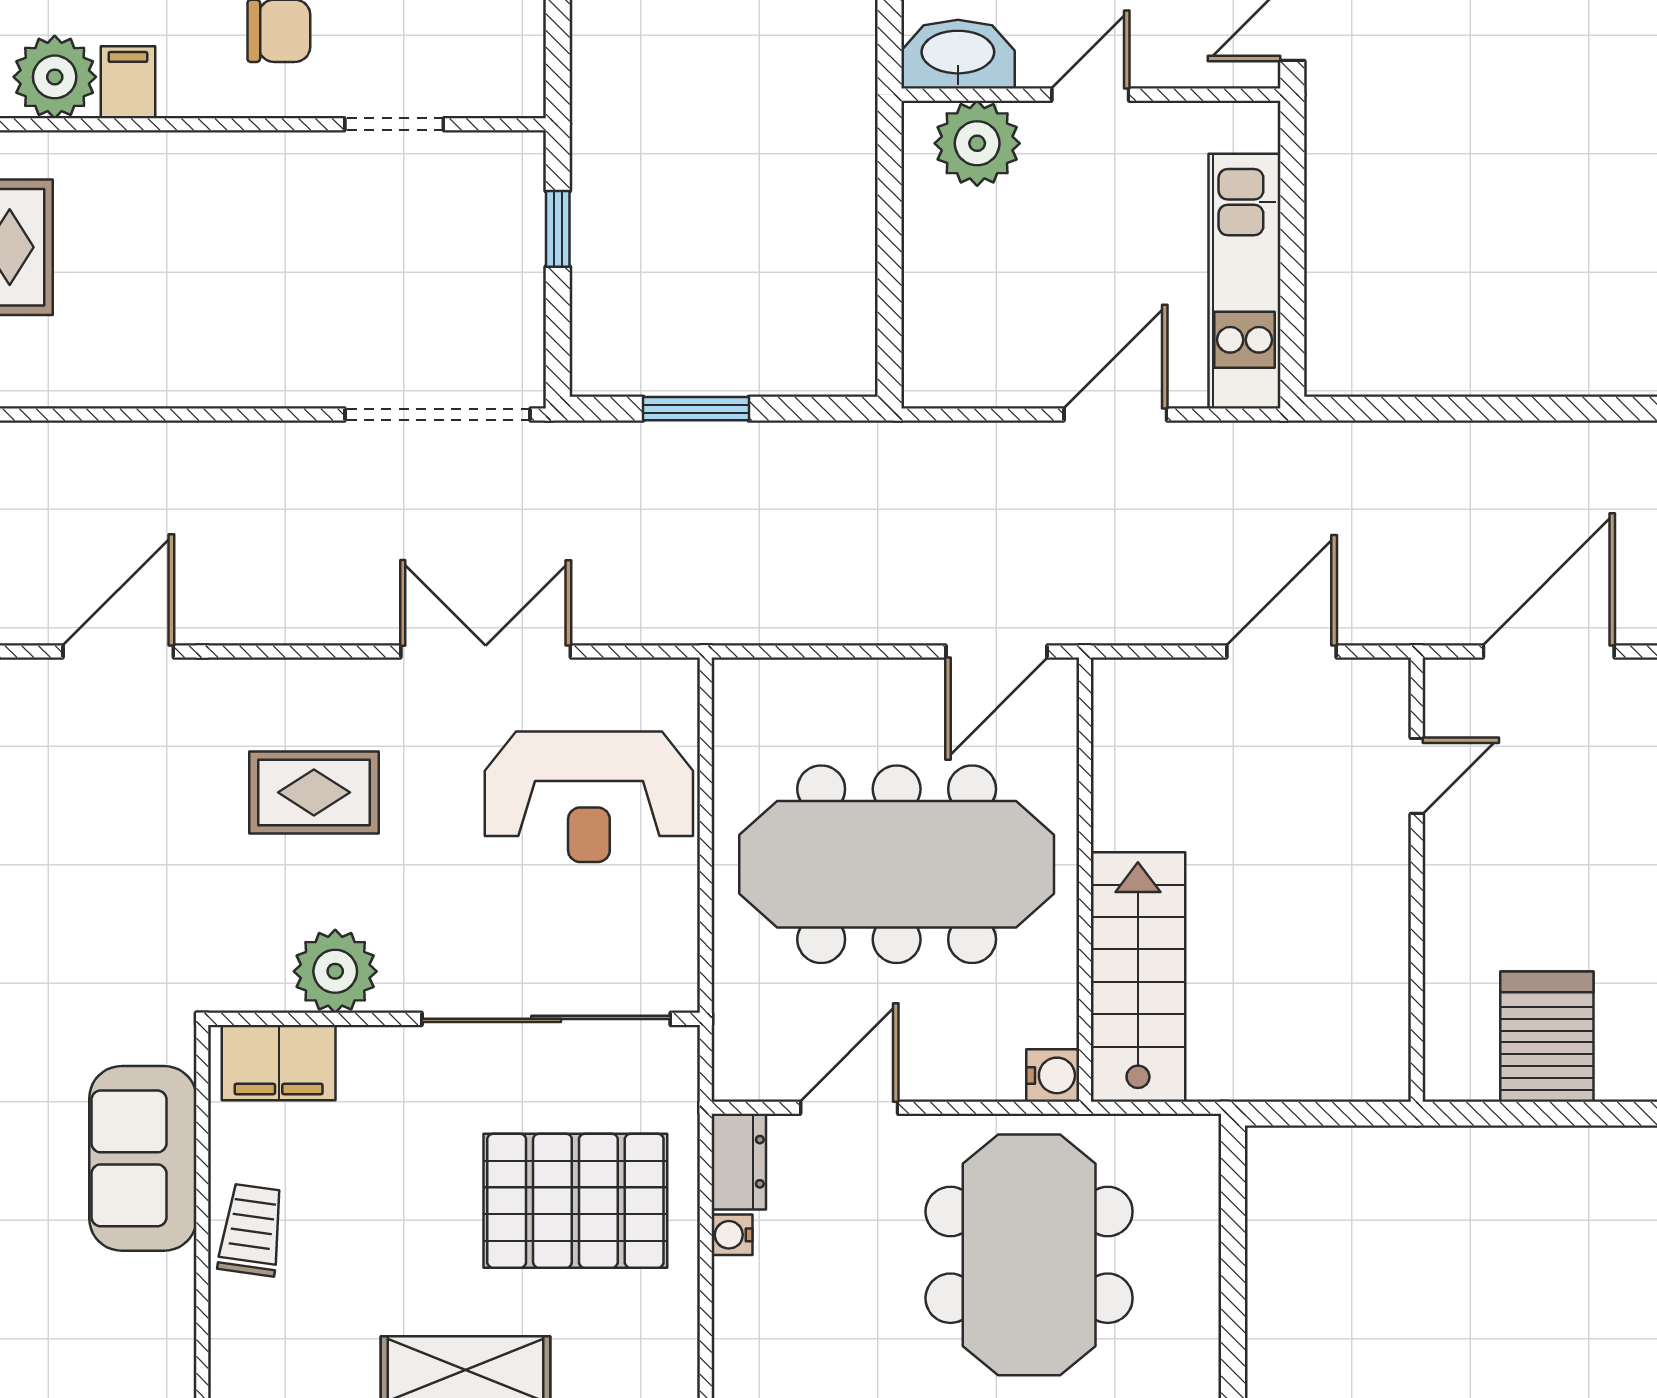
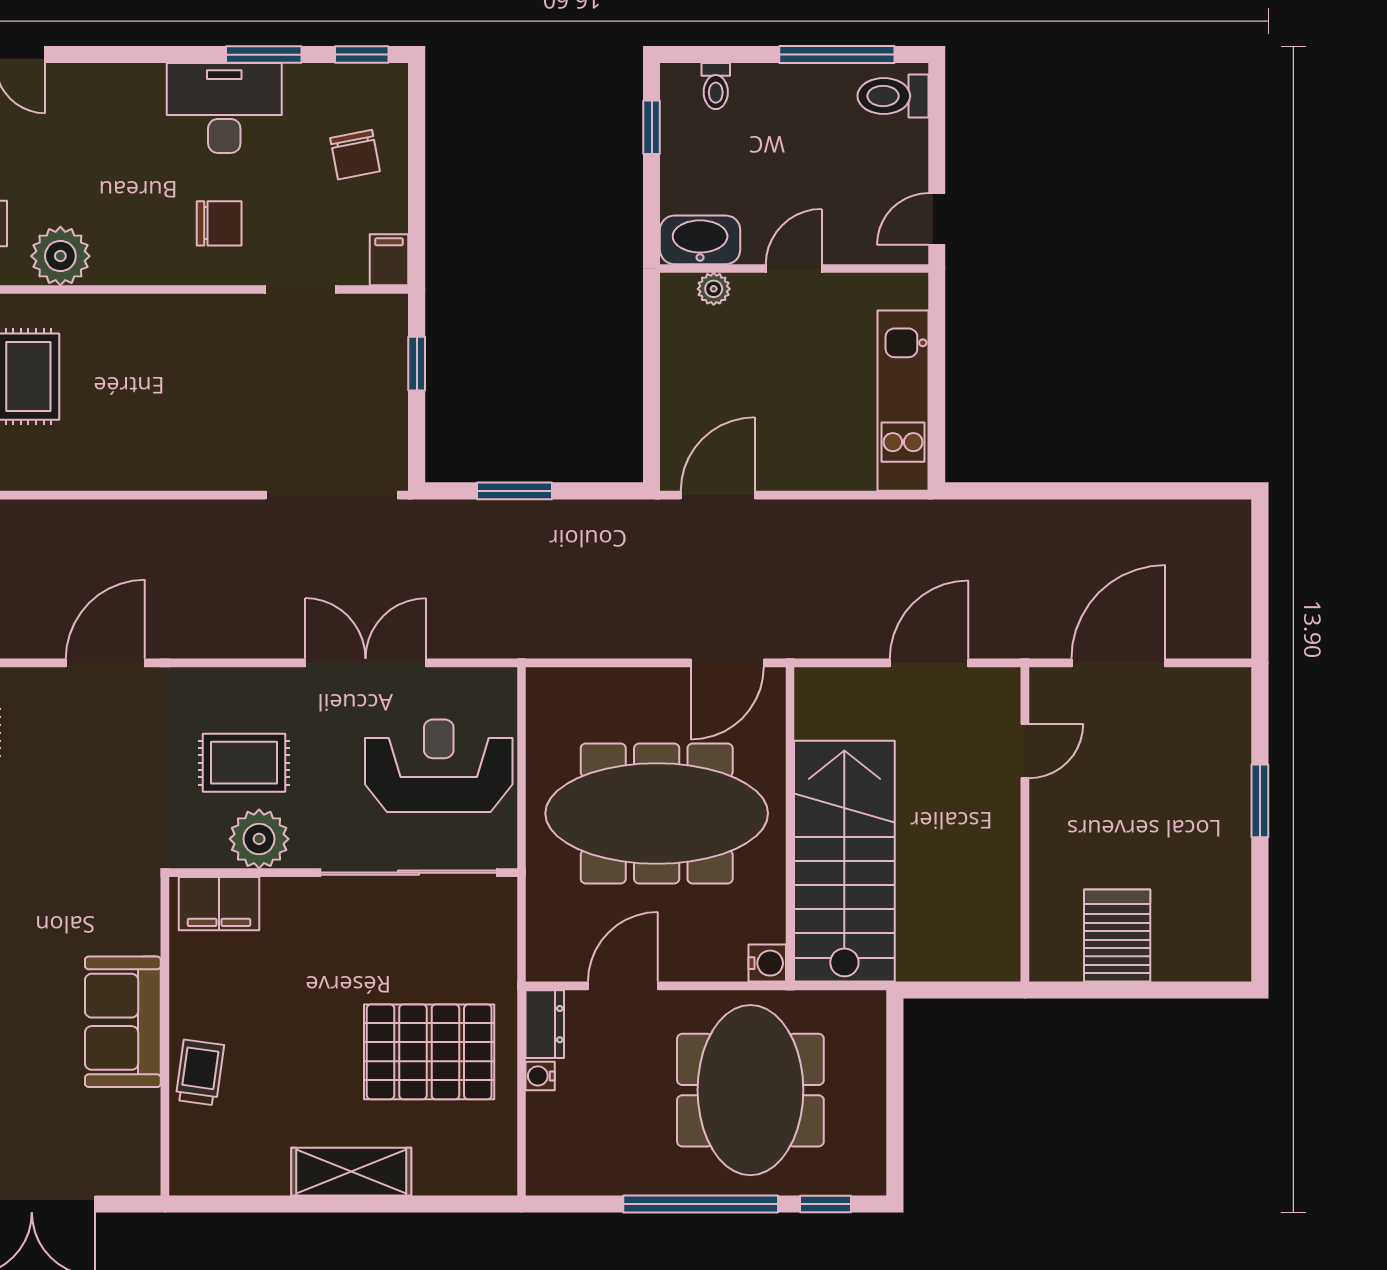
filing cabinet: (128, 82) -> (389, 260), moved
plant: (977, 143) -> (714, 289), width x0.53, depth x0.53
door: (1115, 415) -> (718, 495), moved
reception desk: (589, 797) -> (439, 766), turned 180
plant: (335, 971) -> (259, 839), moved
stairs: (1138, 977) -> (844, 861), width x1.36, depth x1.51
wall: (454, 1019) -> (343, 873), moved
sliding door: (546, 1019) -> (408, 873), moved
filing cabinet: (279, 1063) -> (219, 904), moved

